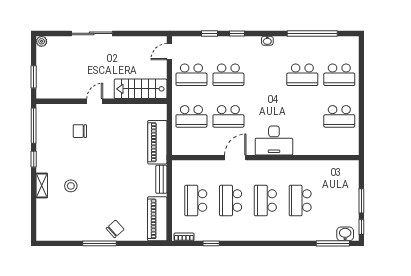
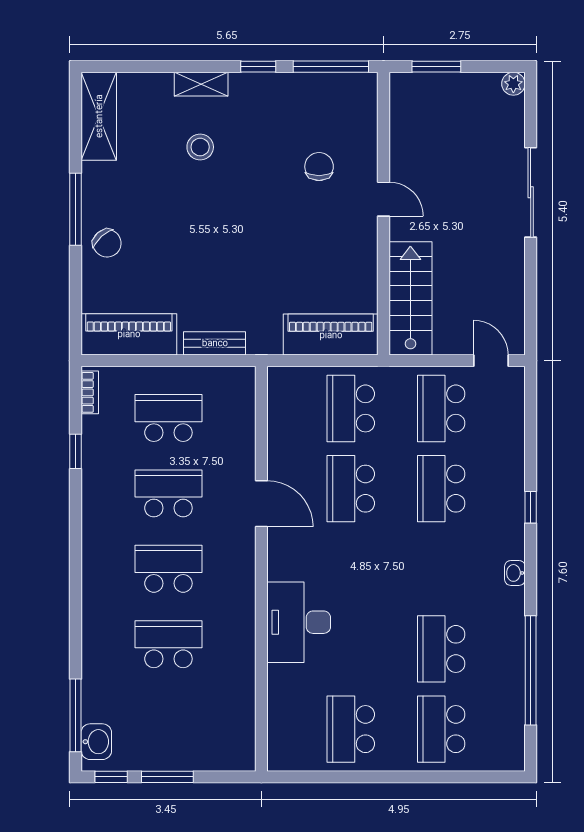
window: (210, 33) -> (531, 448), removed
desk: (274, 140) -> (299, 622), moved
piano: (157, 142) -> (331, 335), moved
shelving: (57, 233) -> (99, 116), added

